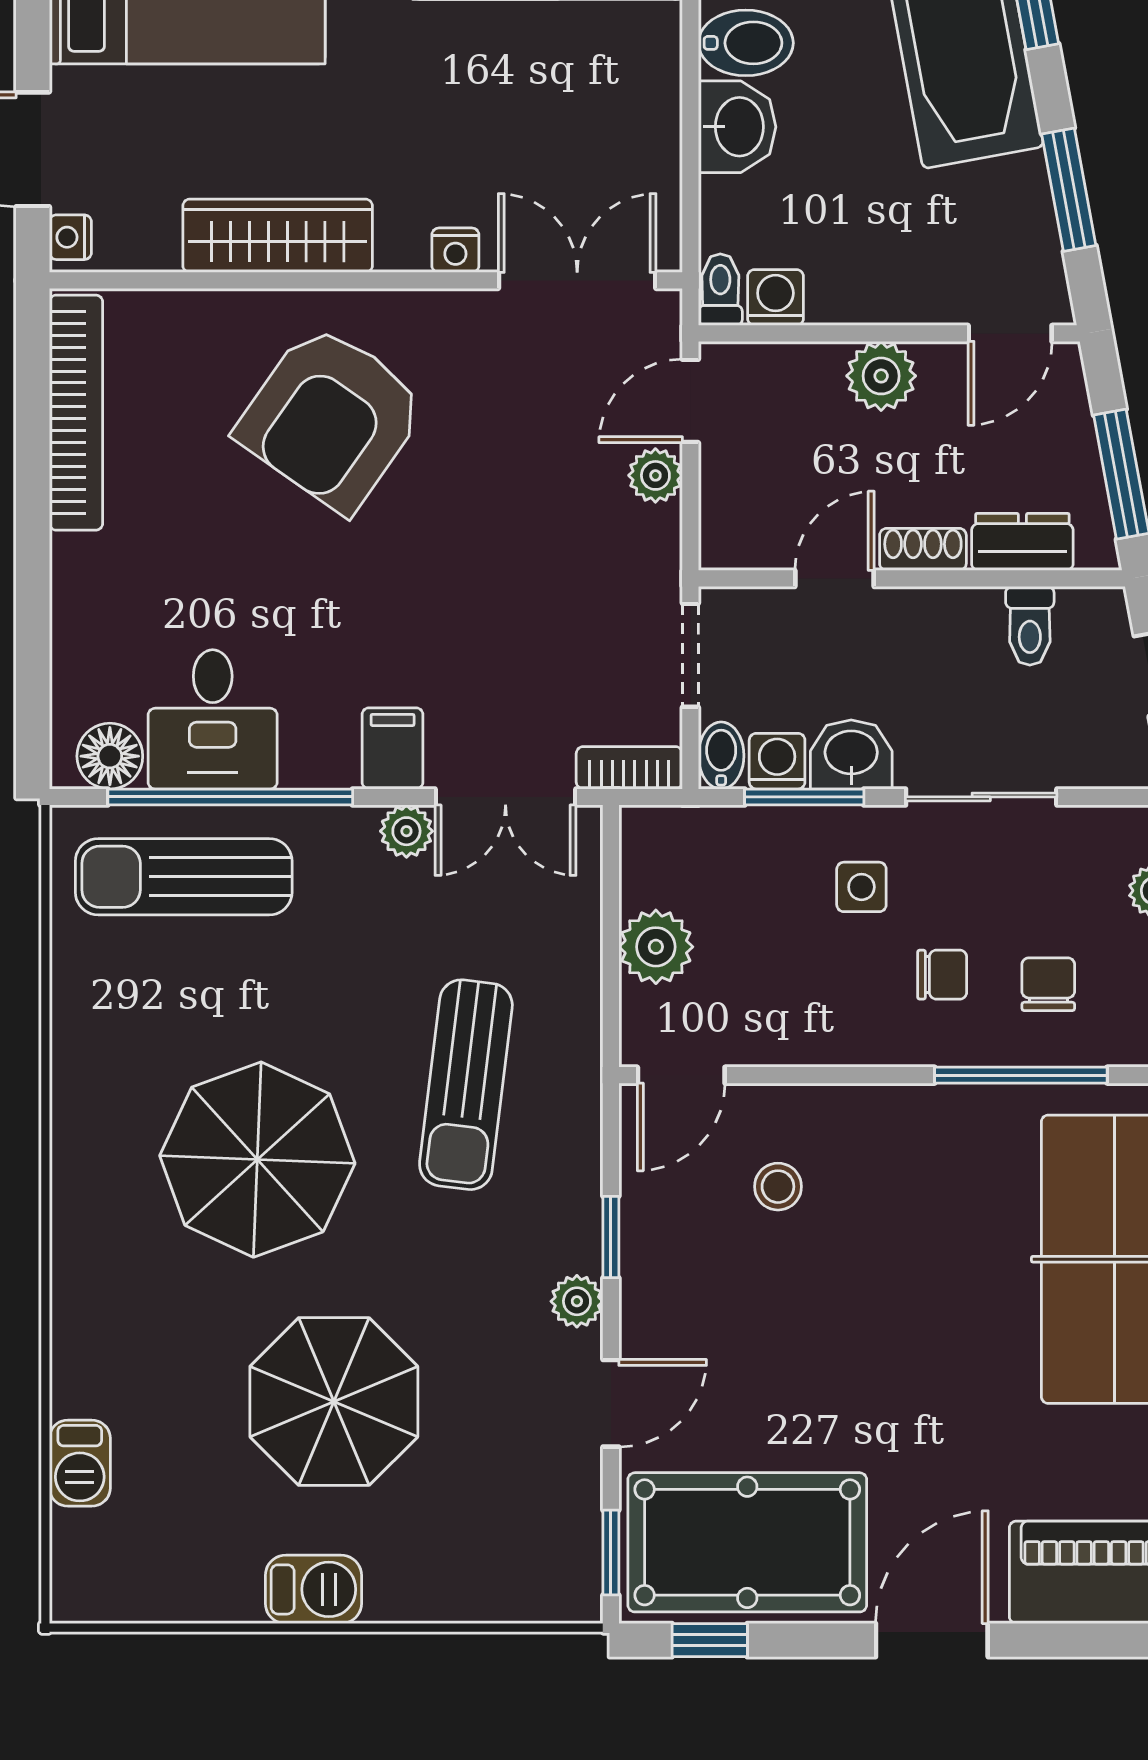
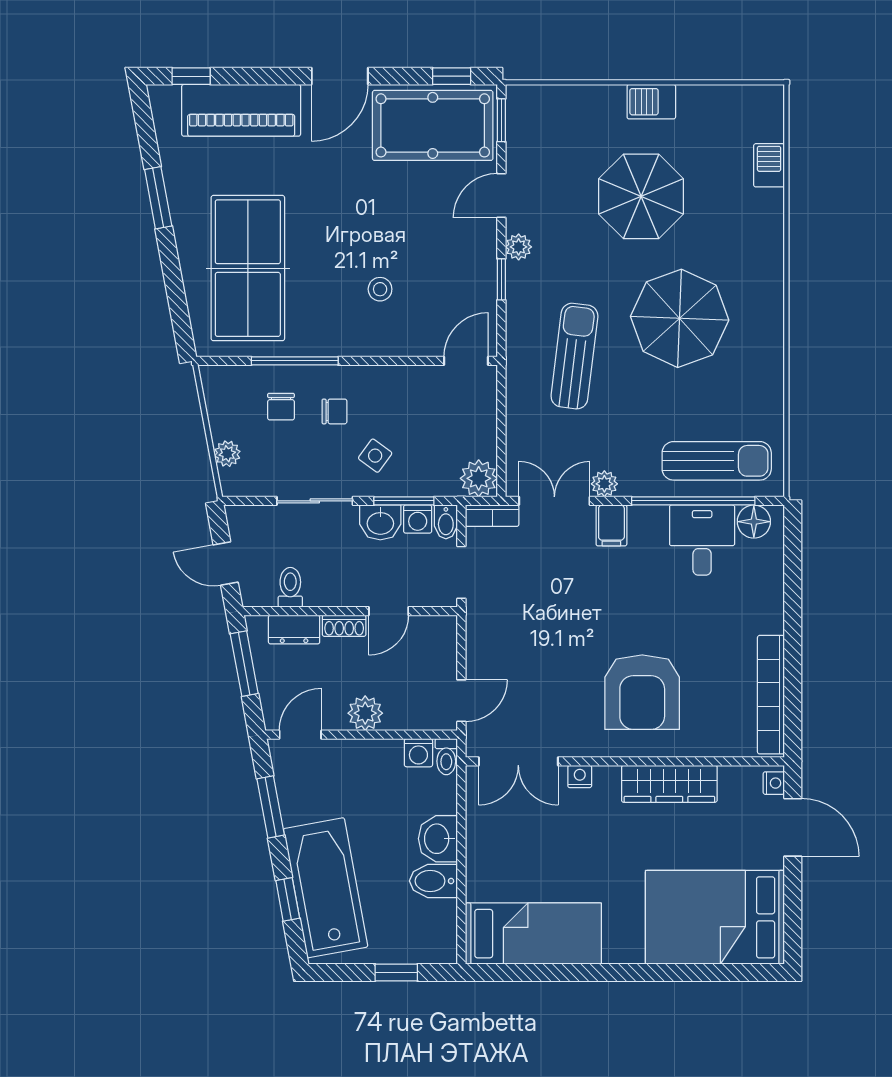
armchair: (332, 418) -> (642, 692), turned 145
plant: (655, 475) -> (479, 663), removed
side table: (861, 887) -> (375, 456), turned 36
plant: (656, 947) -> (479, 478), moved
chair: (942, 975) -> (334, 411), turned 180
stool: (778, 1187) -> (380, 289), moved

